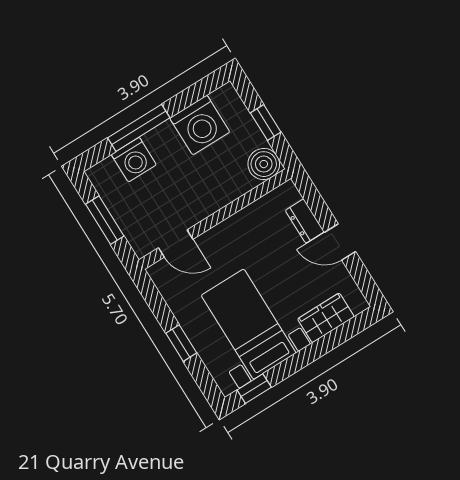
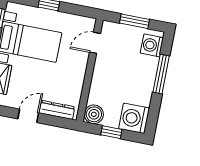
washing machine: (200, 125) -> (134, 118), moved
washing machine: (134, 160) -> (152, 45), moved
dresser: (305, 221) -> (57, 110), width x1.44

